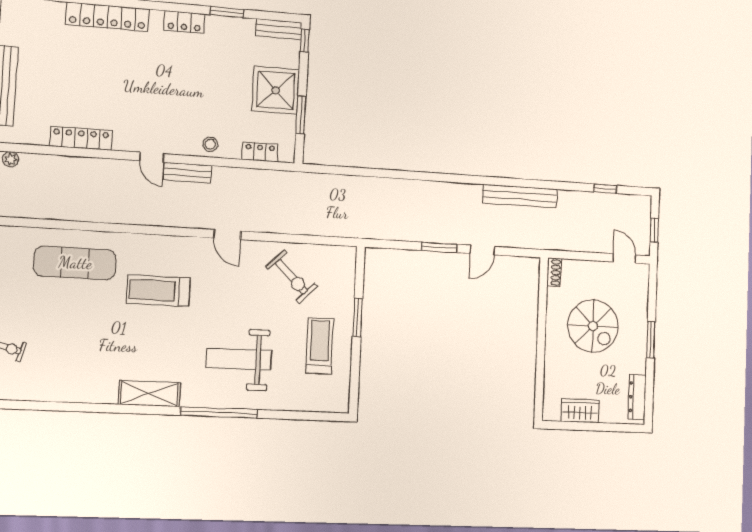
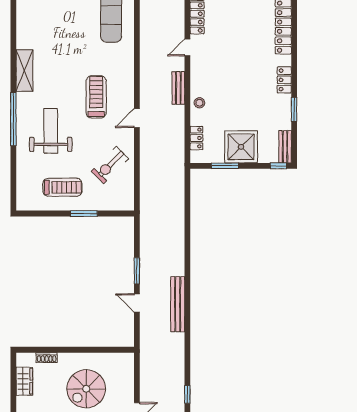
door: (152, 157) -> (187, 47), moved
bench: (520, 196) -> (178, 304), moved
shoe rack: (554, 272) -> (47, 358), moved
treadmill: (158, 291) -> (96, 97), moved

